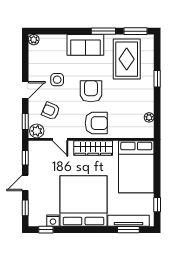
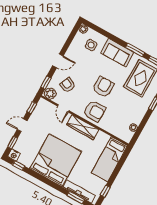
side table: (57, 80) -> (91, 45), moved
bed: (136, 167) -> (110, 159), width x0.67
nightstand: (53, 221) -> (14, 155), moved

